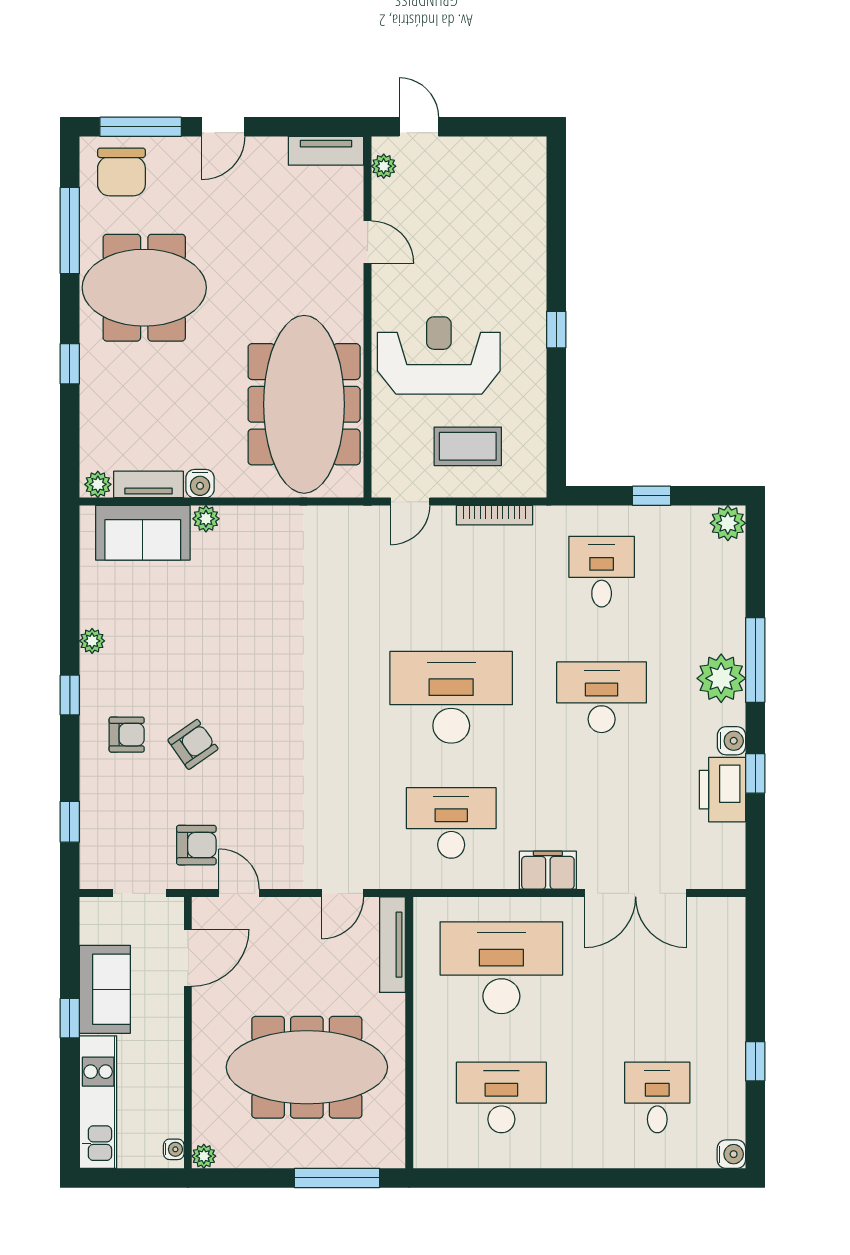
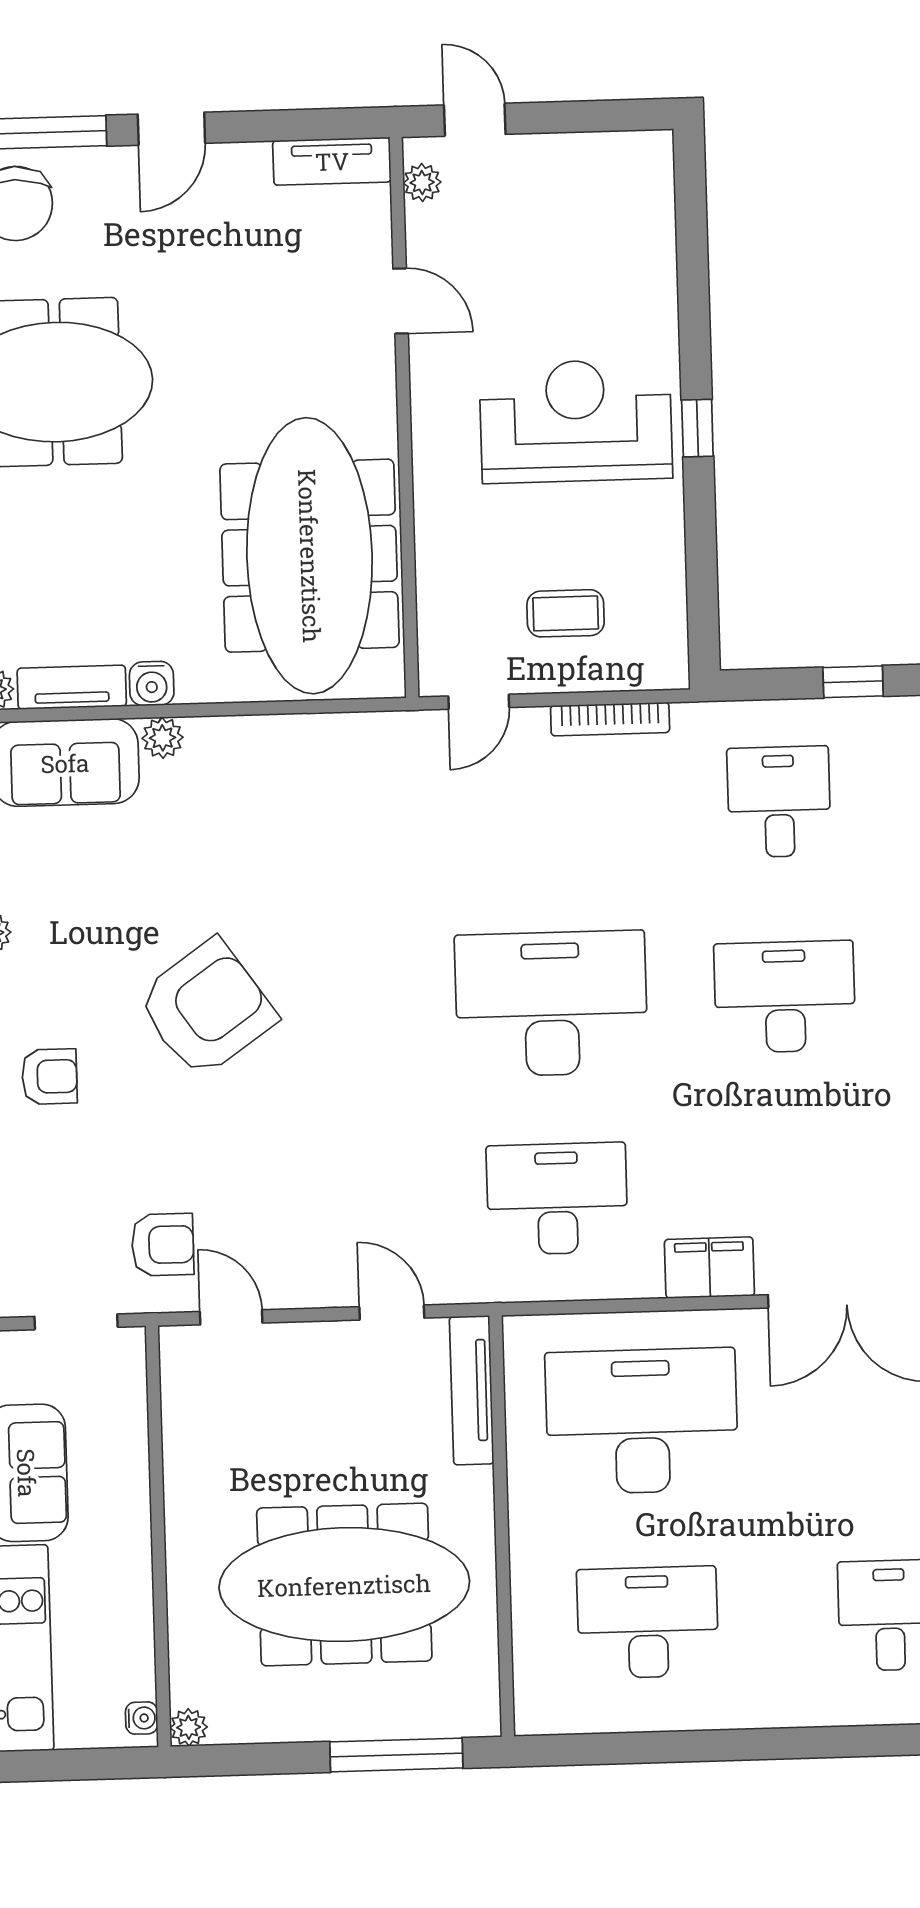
reception desk: (439, 355) -> (576, 421), moved
coffee table: (468, 446) -> (566, 613), width x0.73, depth x0.77
armchair: (193, 744) -> (206, 1008), moved, width x1.88, depth x1.88
door: (343, 893) -> (392, 1312), swing flipped
door: (188, 958) -> (155, 1420), removed

